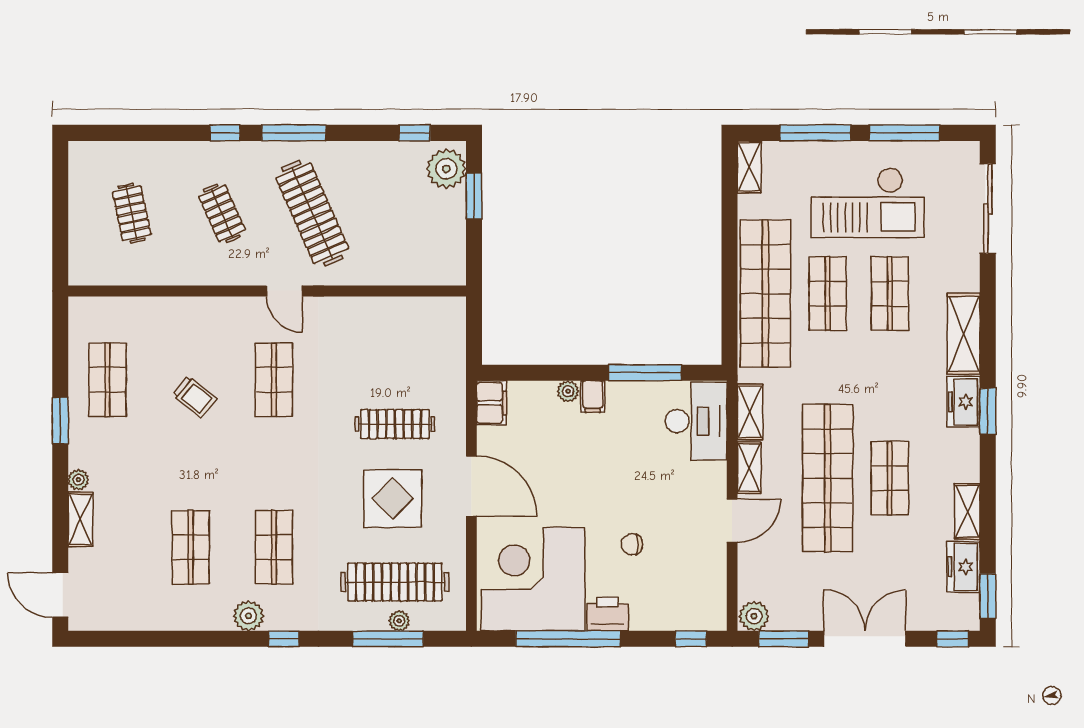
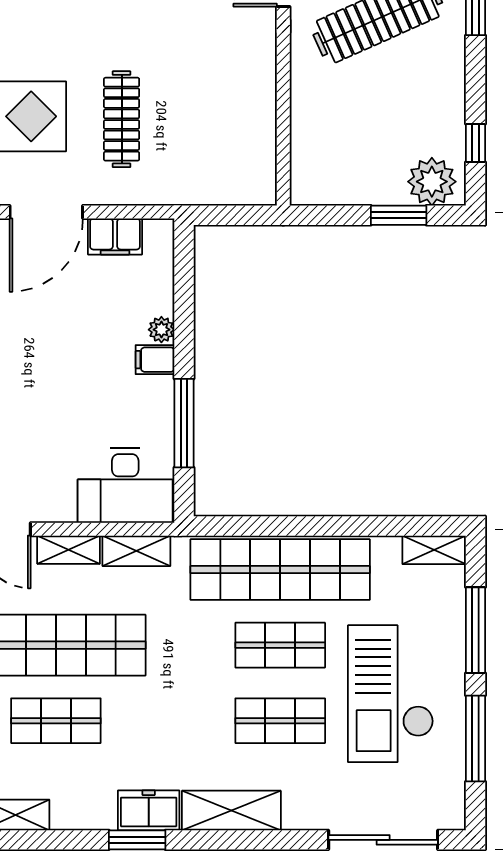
filing cabinet: (491, 403) -> (115, 237), moved

